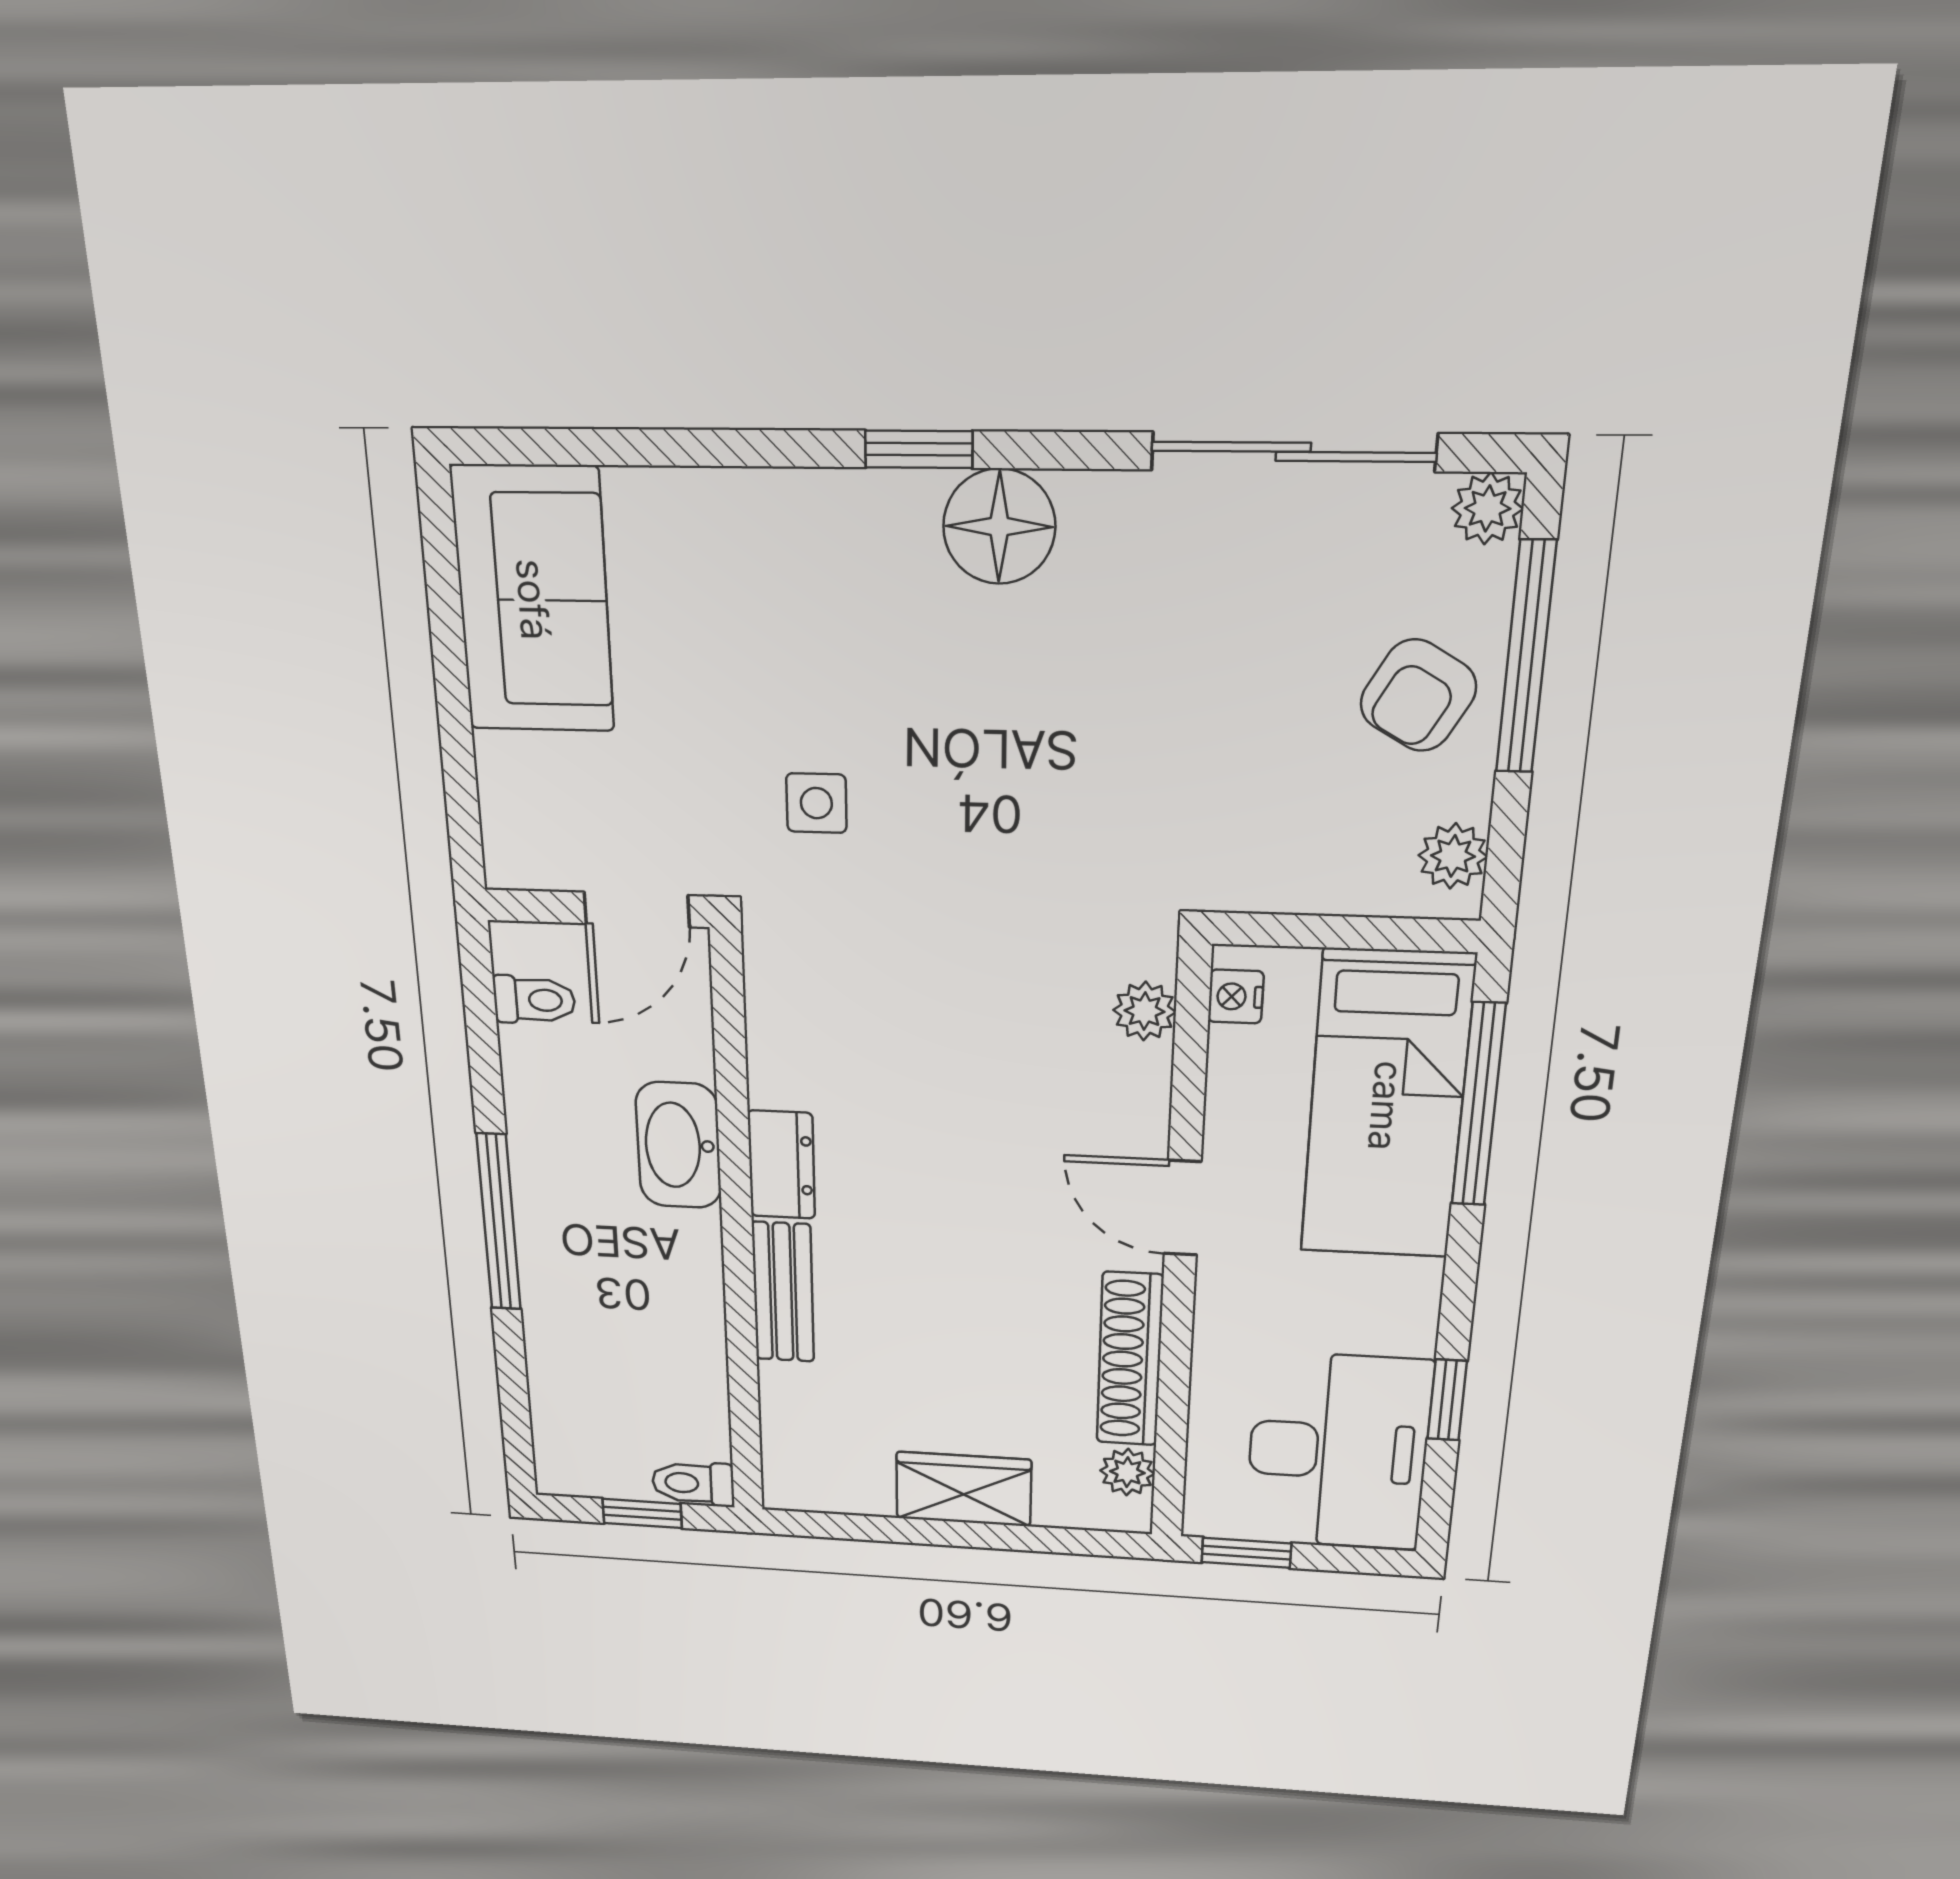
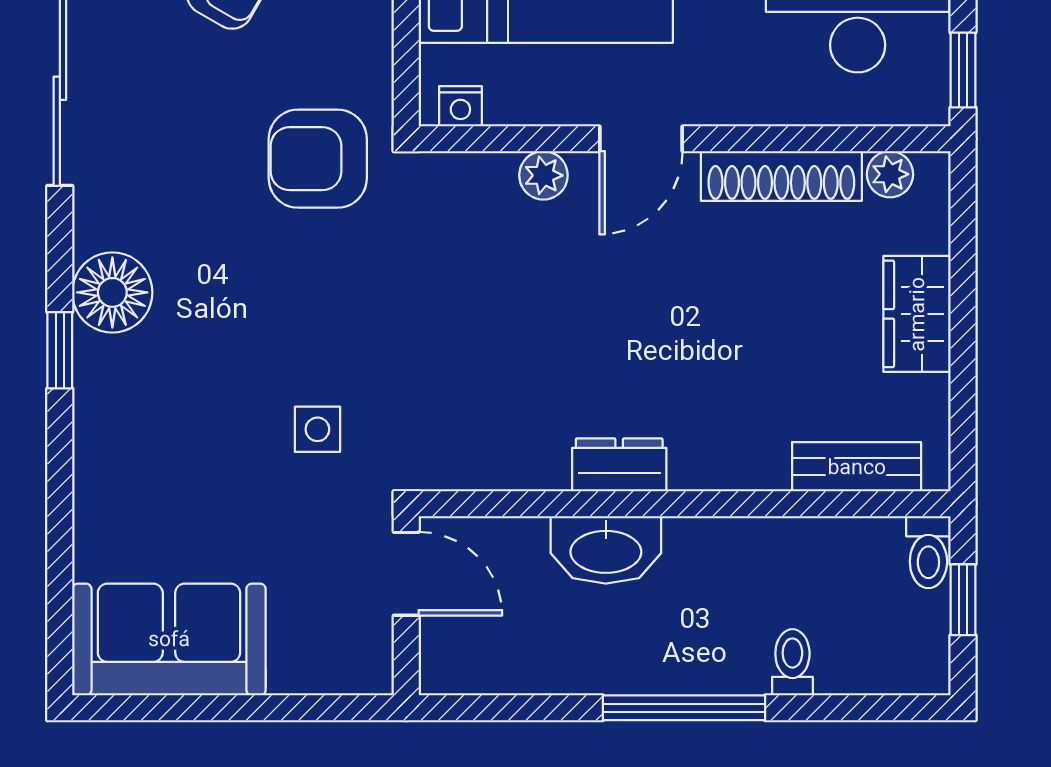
armchair: (1175, 813) -> (318, 159), added
toilet: (534, 1000) -> (792, 662), moved
plant: (1145, 1011) -> (543, 175), moved
bench: (783, 1292) -> (857, 467), moved

